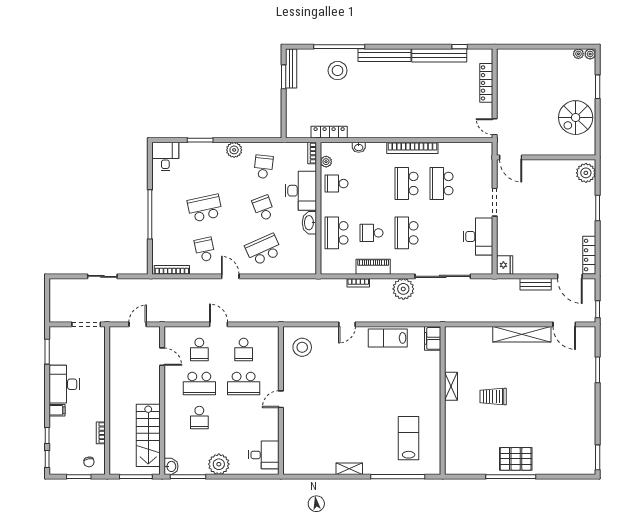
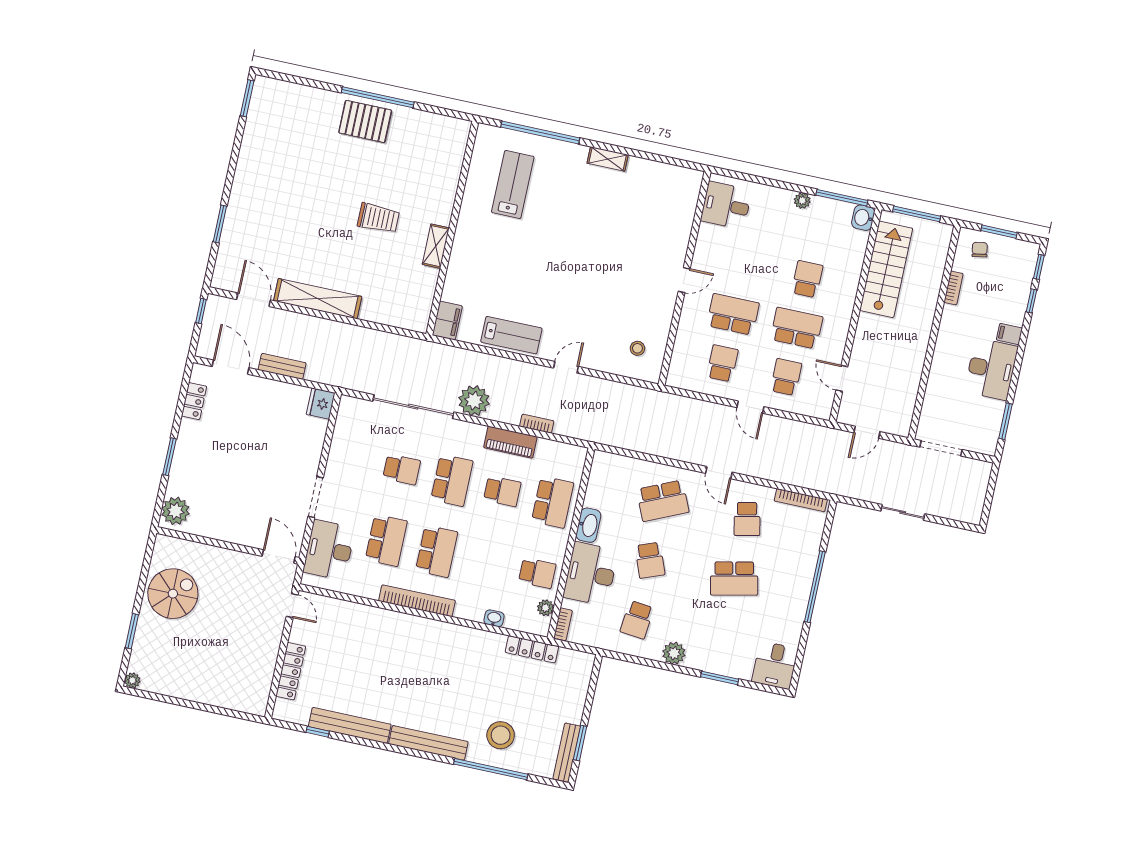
plant: (578, 54) -> (149, 684), removed
school desk: (441, 233) -> (402, 469), added
desk: (478, 237) -> (329, 550), moved
locker: (589, 255) -> (194, 401), width x0.66
stool: (302, 347) -> (637, 348), width x0.53, depth x0.53
lab bench: (409, 438) -> (513, 185), turned 180
plant: (219, 464) -> (802, 201), width x0.53, depth x0.53

